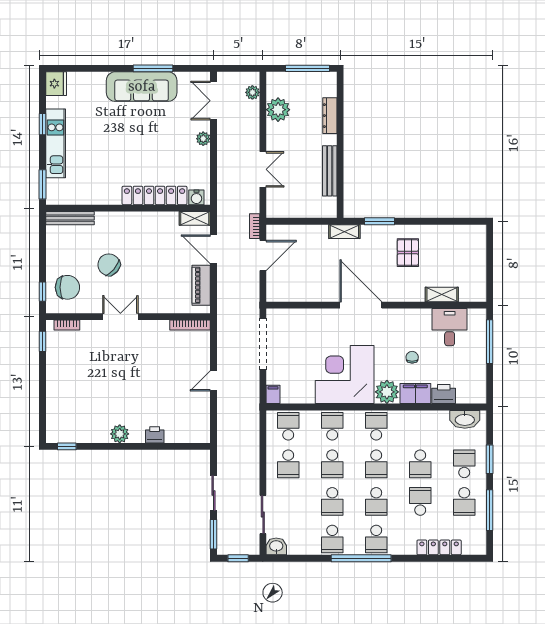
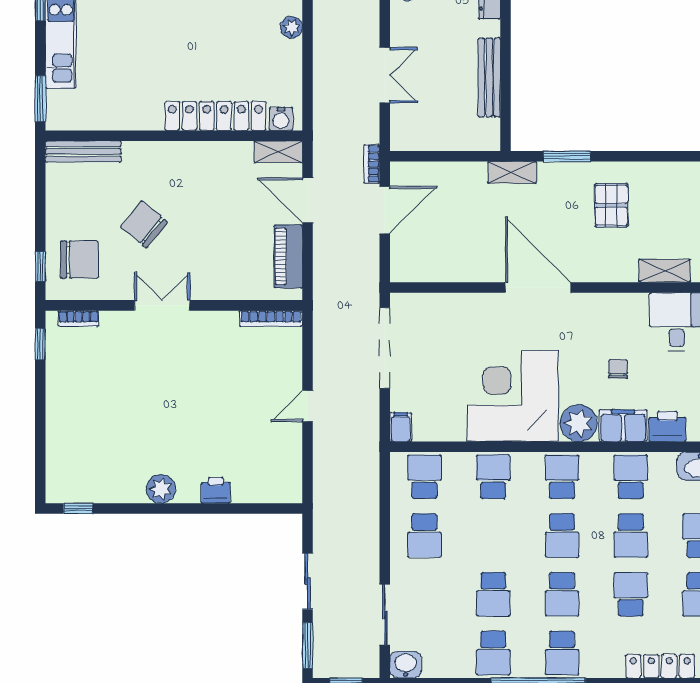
school desk: (332, 464) -> (631, 477), moved, turned 180

